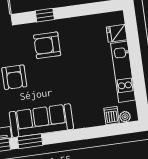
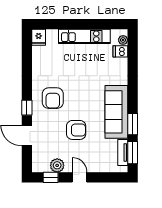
window: (45, 15) -> (27, 108), moved
fridge: (117, 33) -> (39, 37), moved

